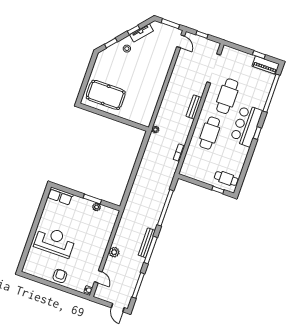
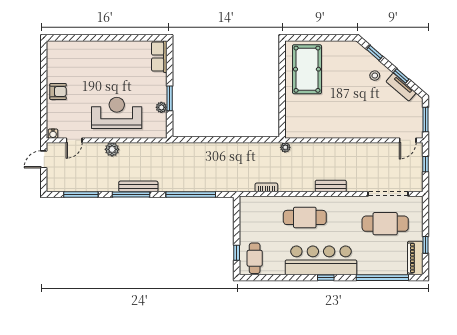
cafe table: (227, 96) -> (385, 224), moved
bar counter: (246, 125) -> (321, 260), width x1.36
reception desk: (55, 242) -> (117, 113), moved, turned -90
door: (118, 308) -> (44, 159), moved

